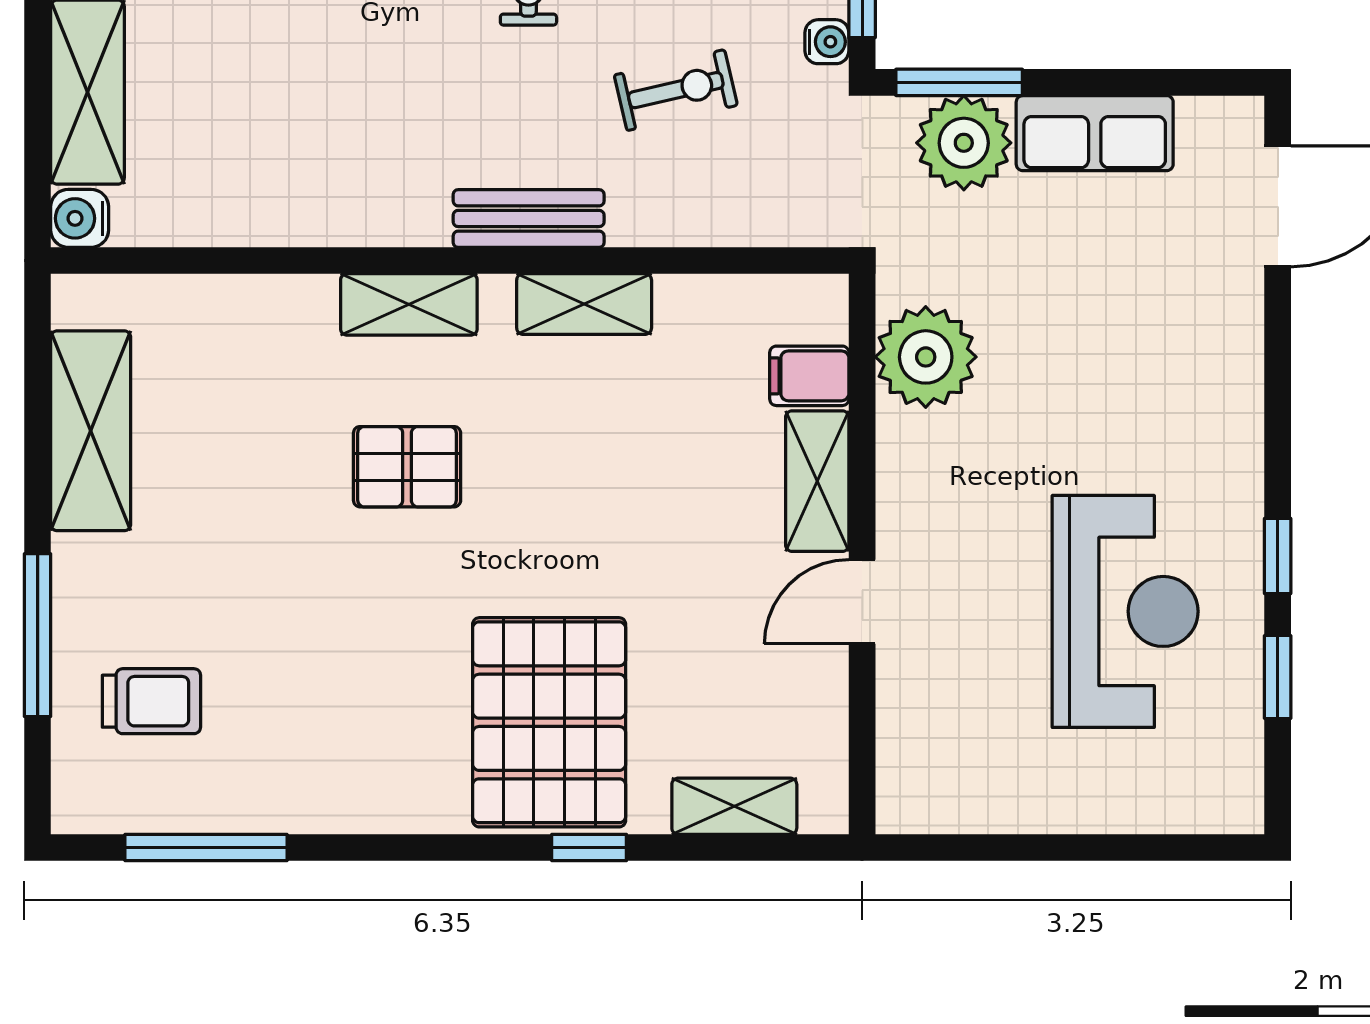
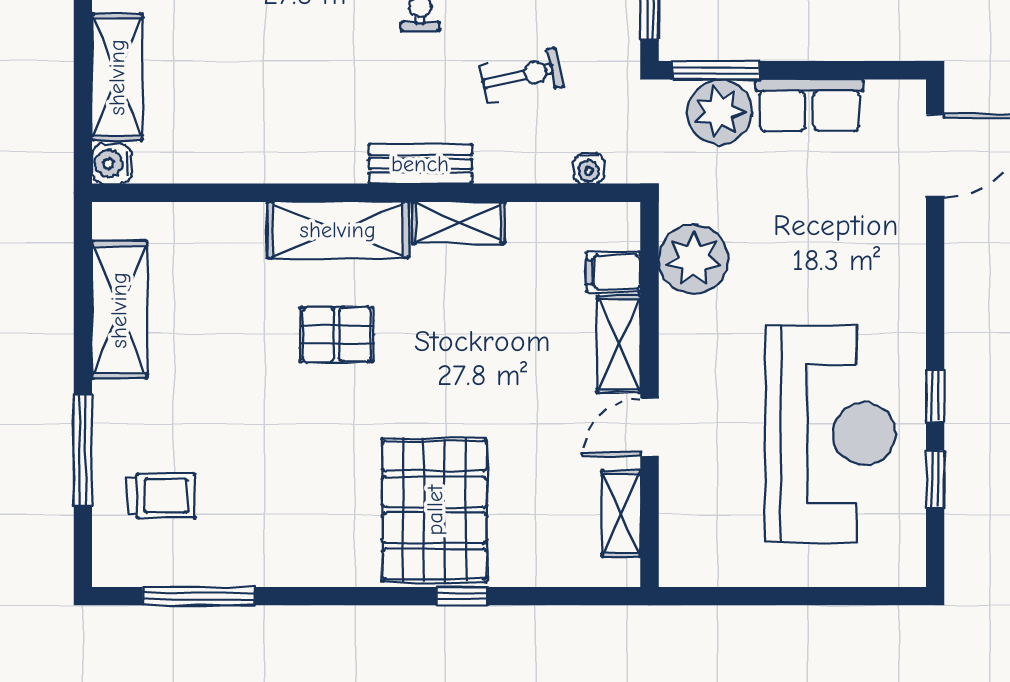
water cooler: (827, 42) -> (589, 169), moved, turned 90
shelving: (409, 304) -> (338, 230), width x1.50, depth x1.33
reception desk: (1125, 611) -> (830, 434), width x1.36, depth x1.30
shelving: (734, 806) -> (621, 513), moved, turned 90

